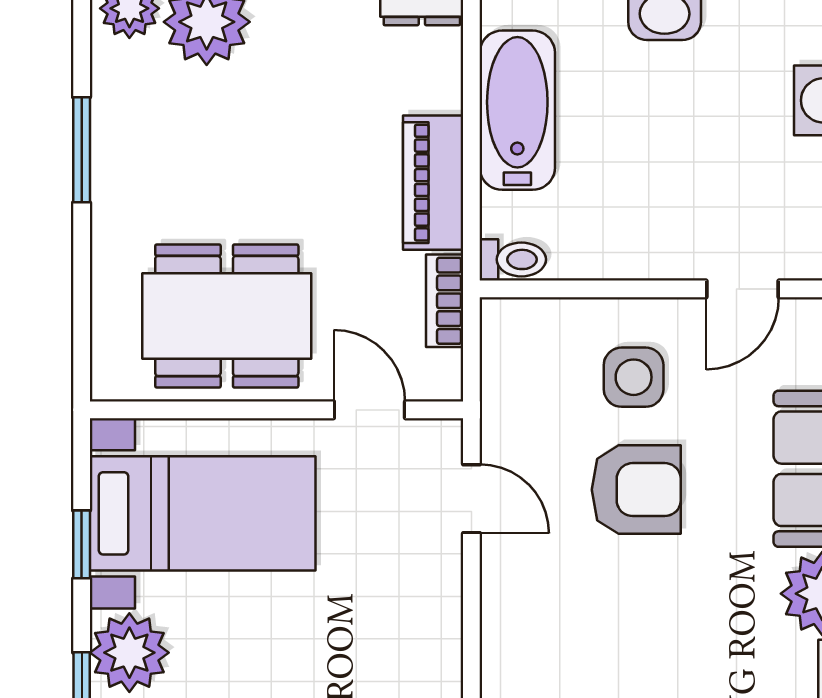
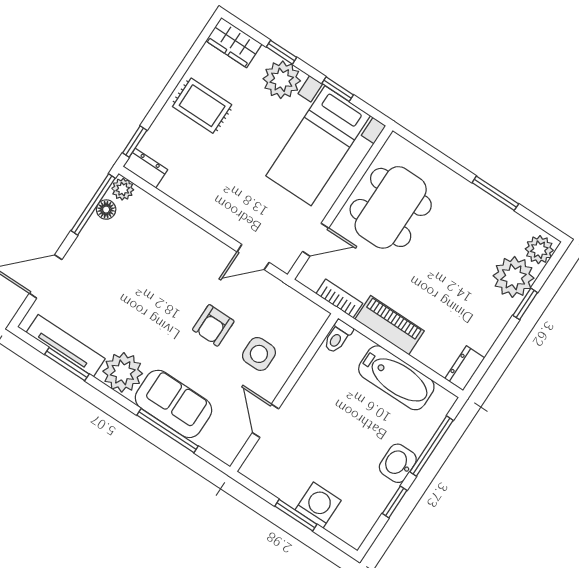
armchair: (636, 490) -> (213, 325), width x0.72, depth x0.72

